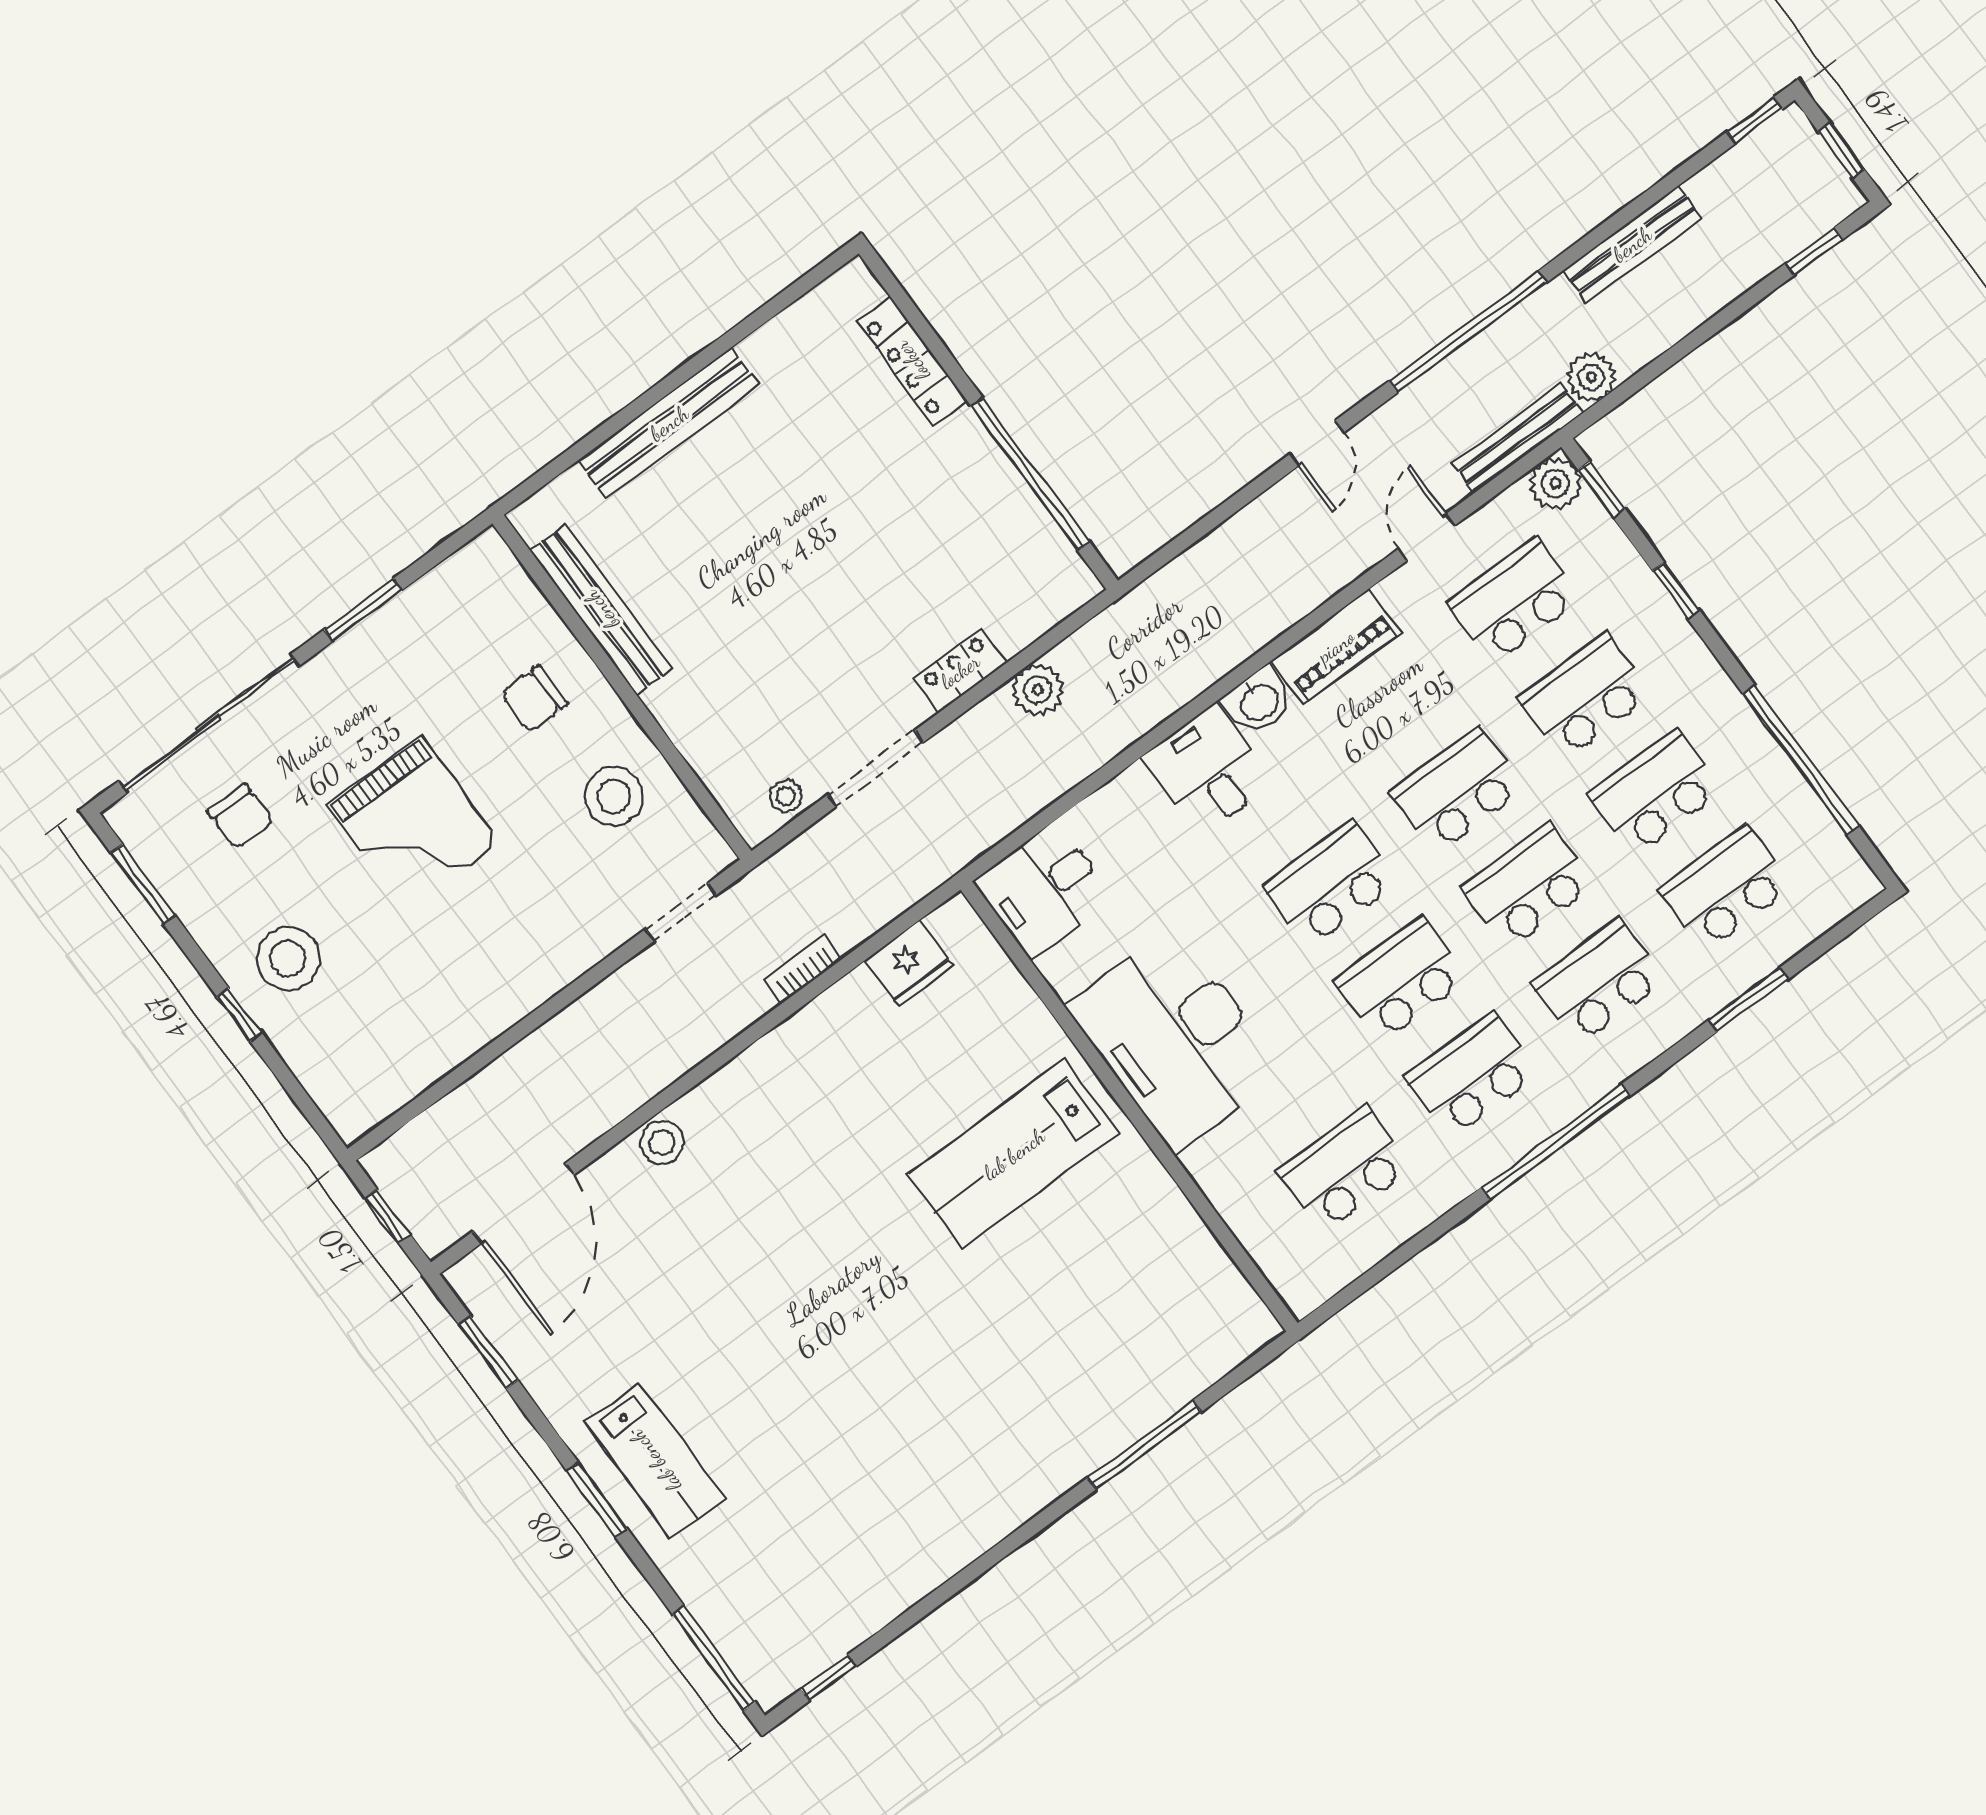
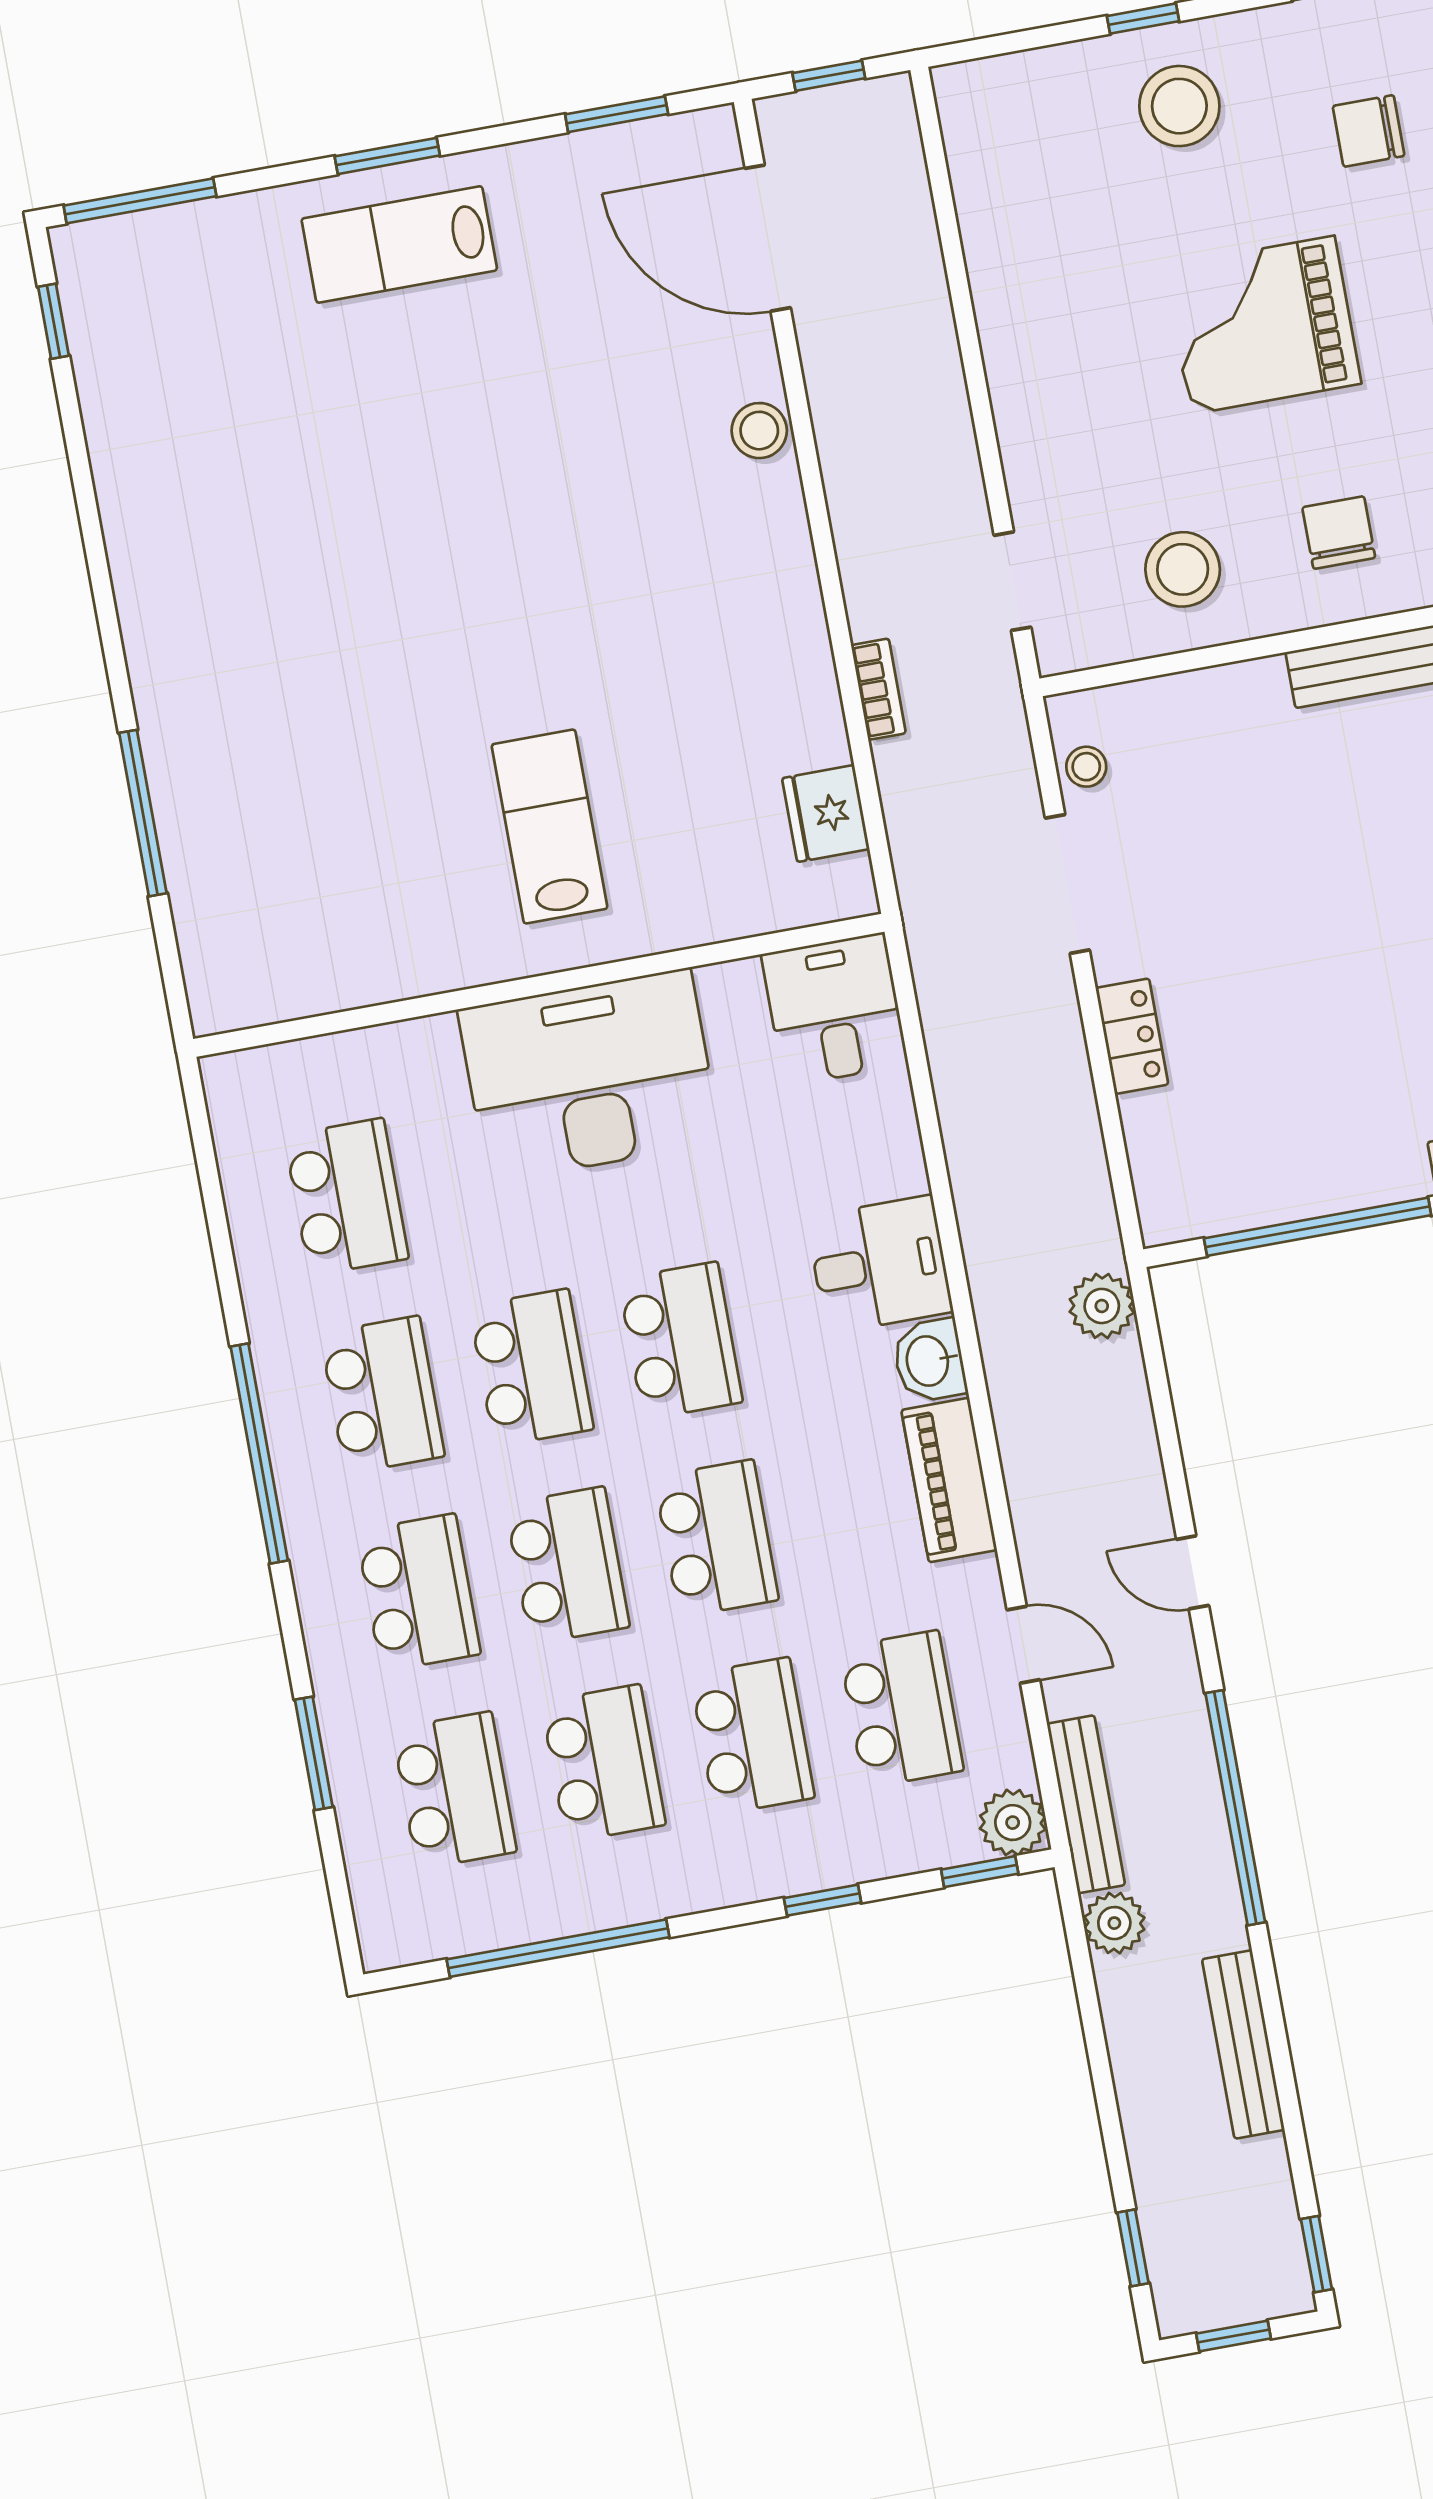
plant: (1038, 690) -> (1102, 1306), moved
lab bench: (1014, 1154) -> (550, 827), width x0.73, depth x0.72

